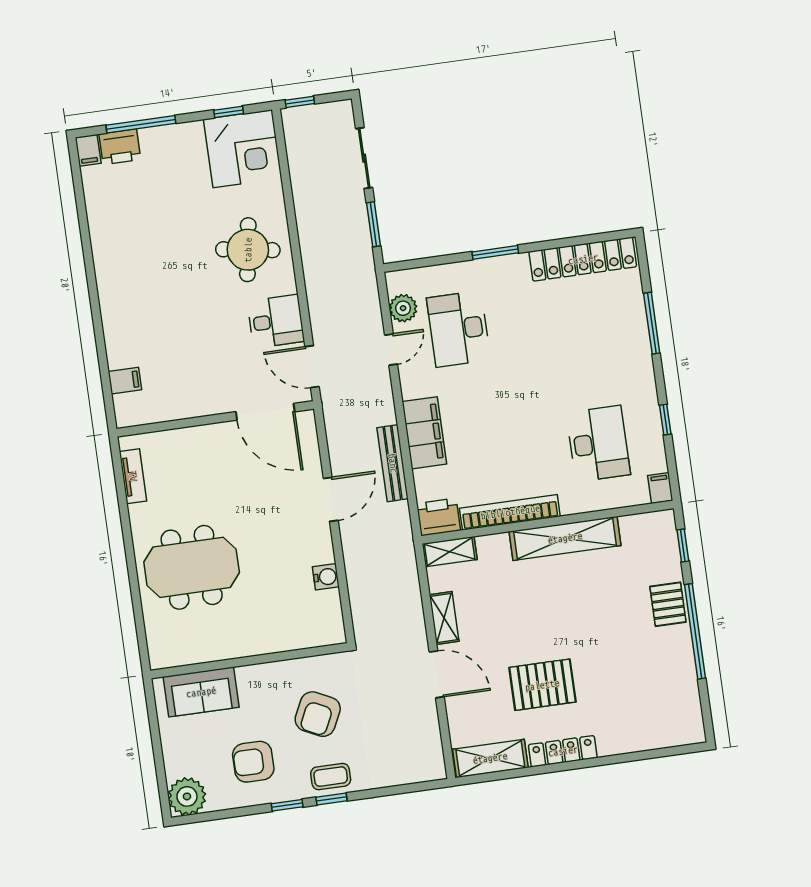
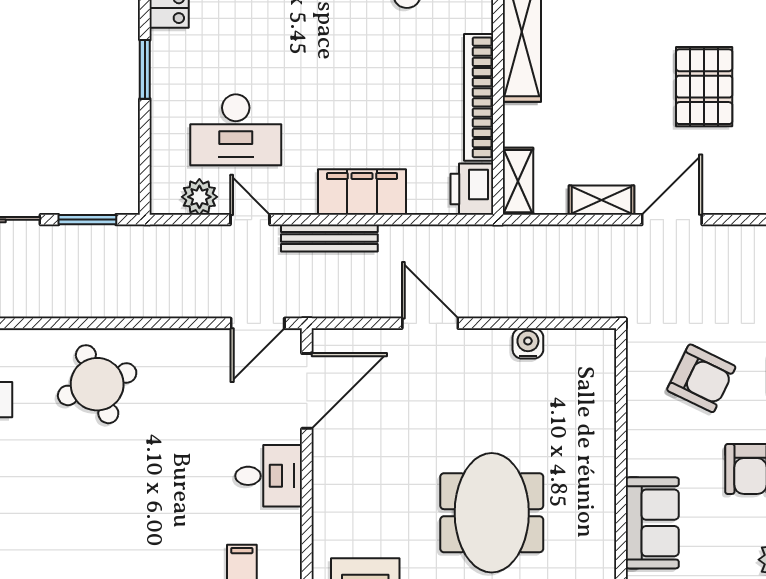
round table: (248, 250) -> (97, 384), turned -30
desk: (276, 321) -> (269, 476), moved, turned 90
bench: (393, 463) -> (329, 238), moved

